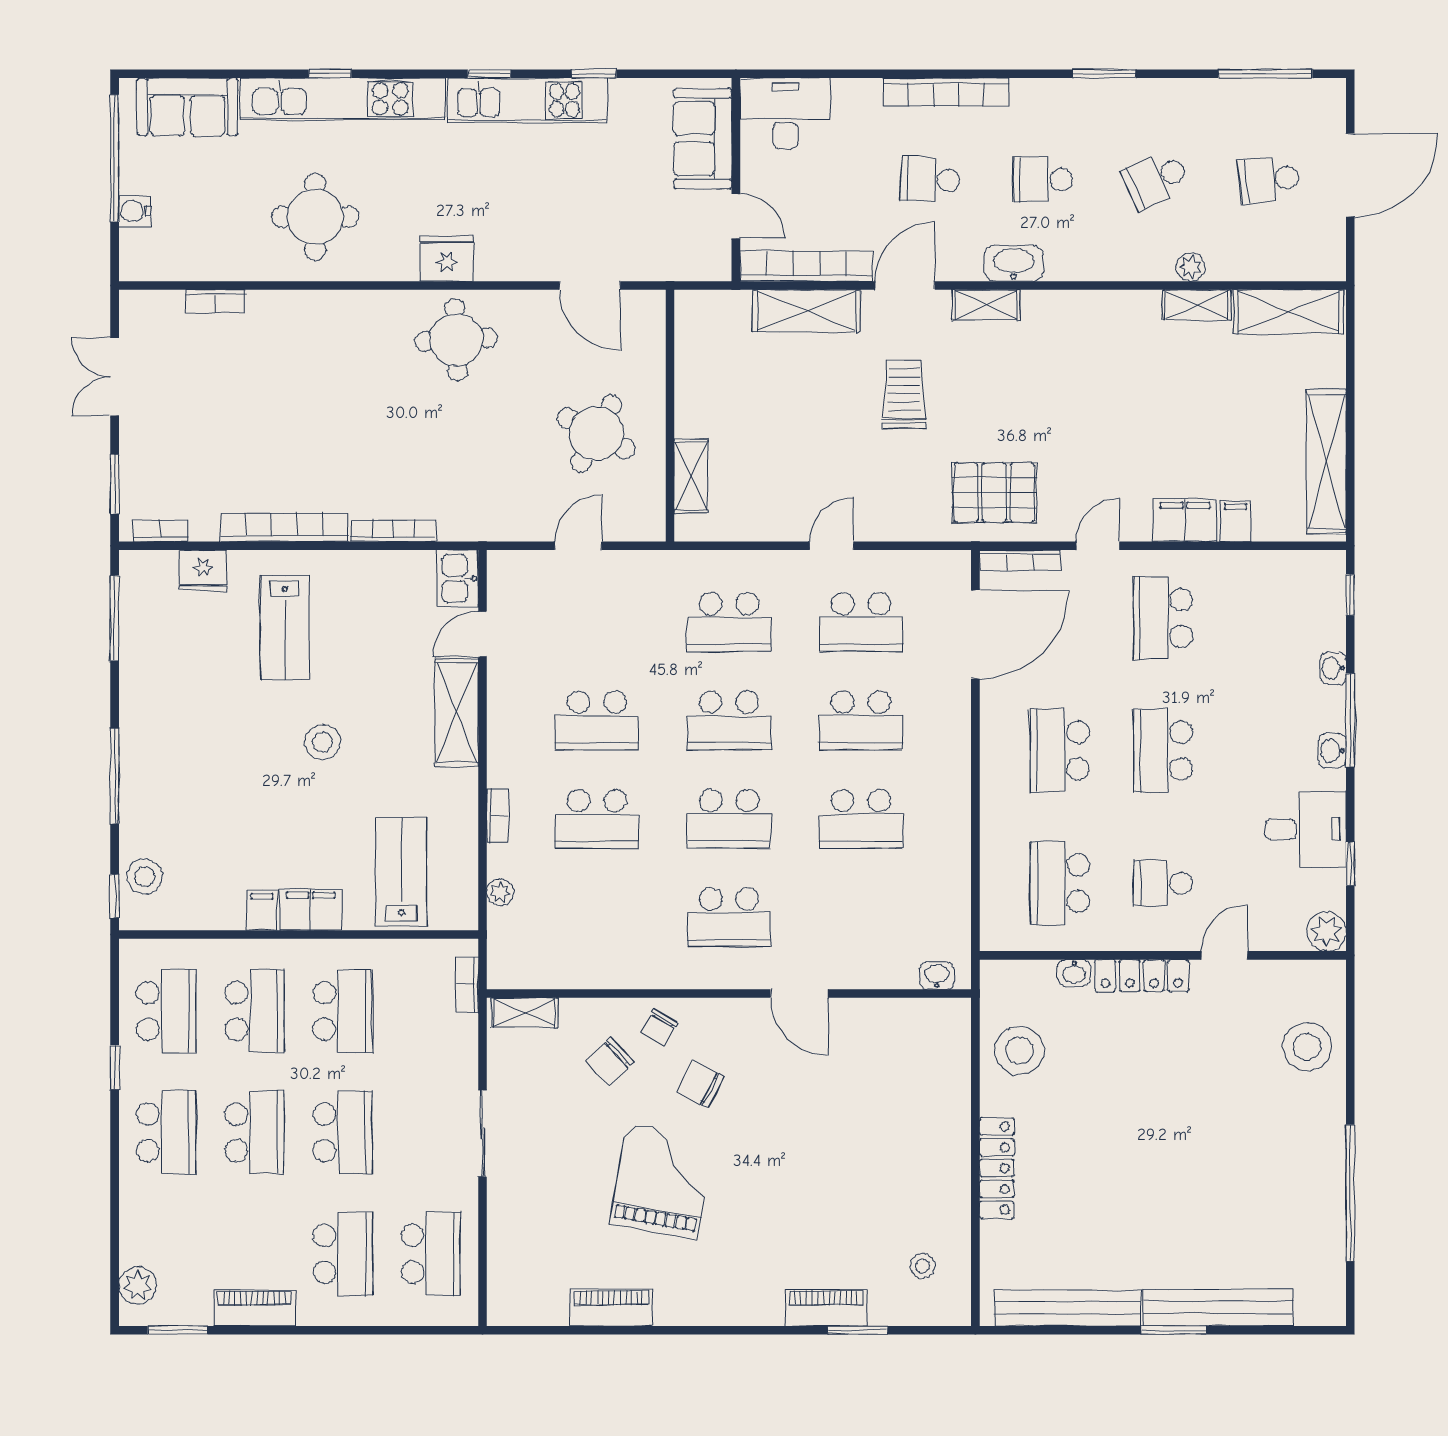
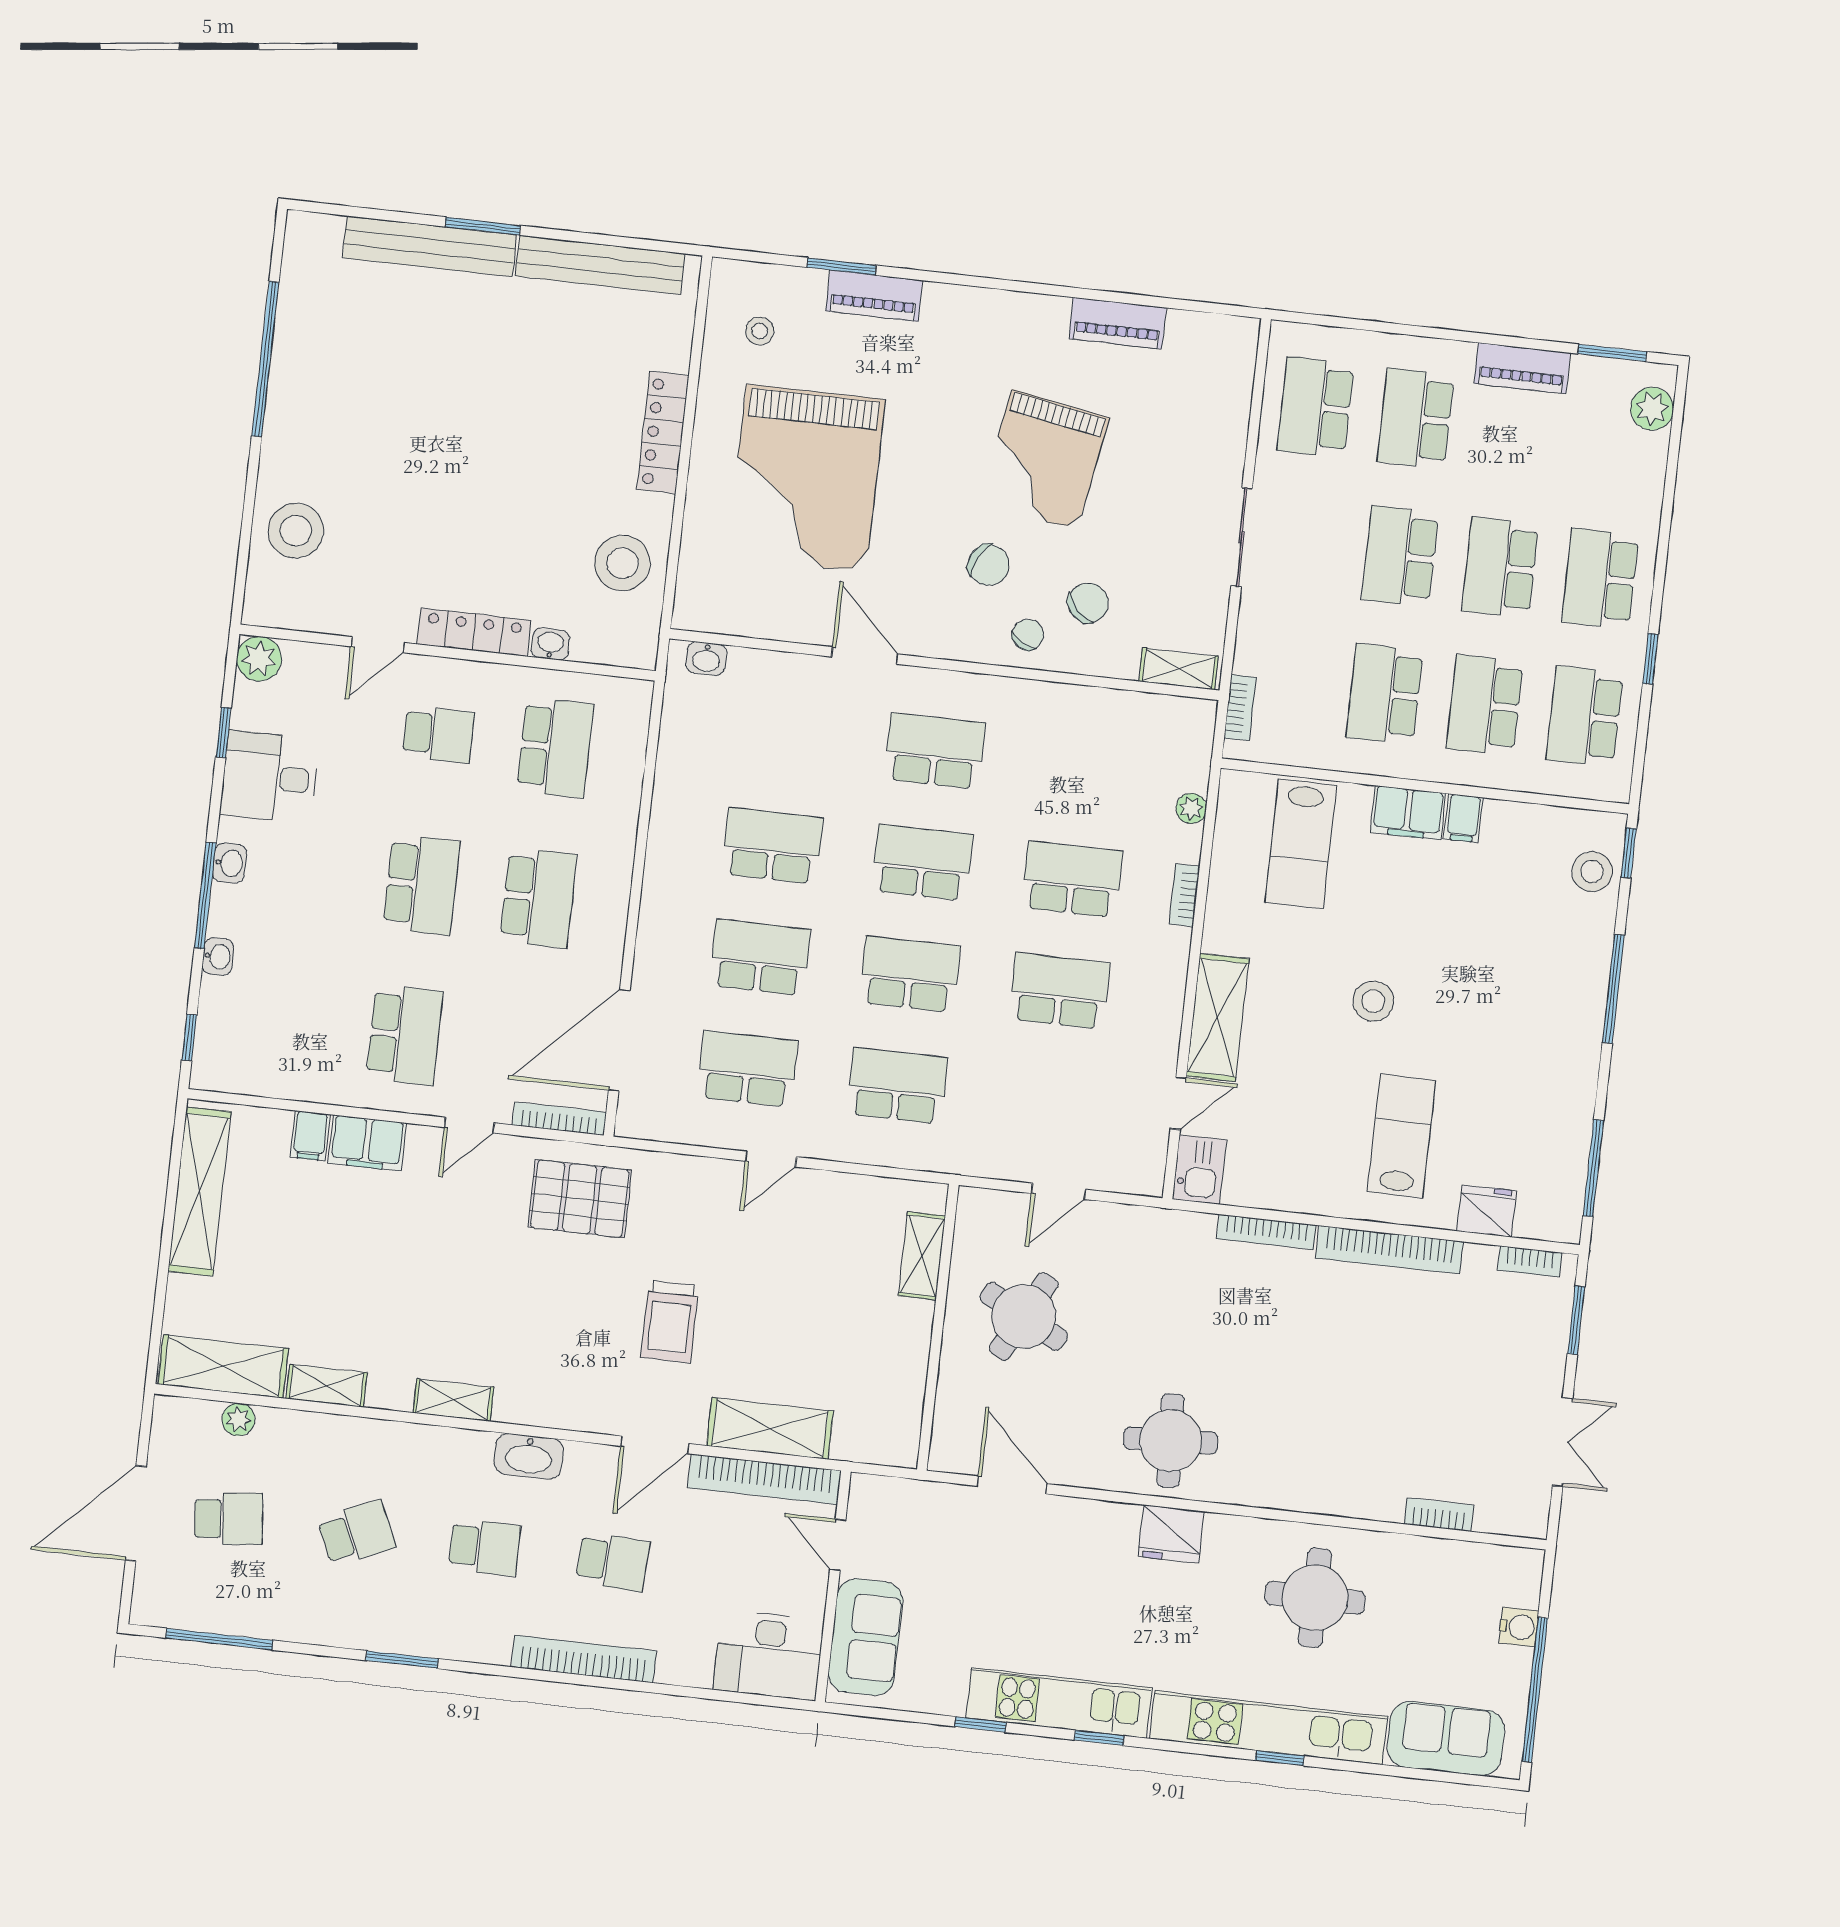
plant: (1191, 267) -> (238, 1419), moved
shelving: (986, 305) -> (453, 1400), moved
grand piano: (868, 1142) -> (806, 478), added

